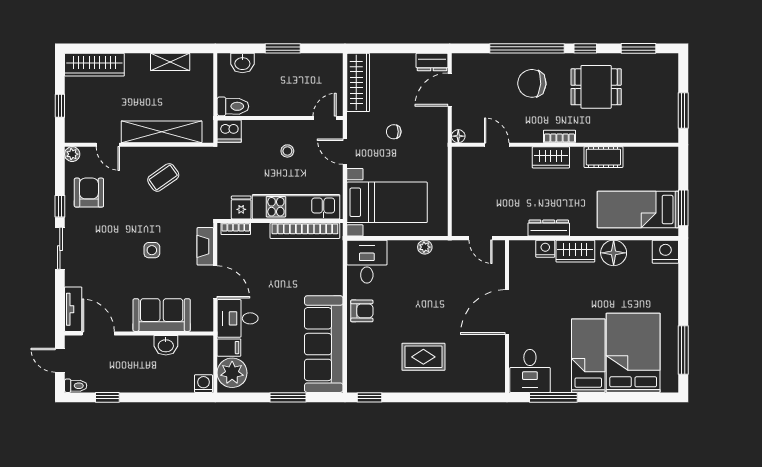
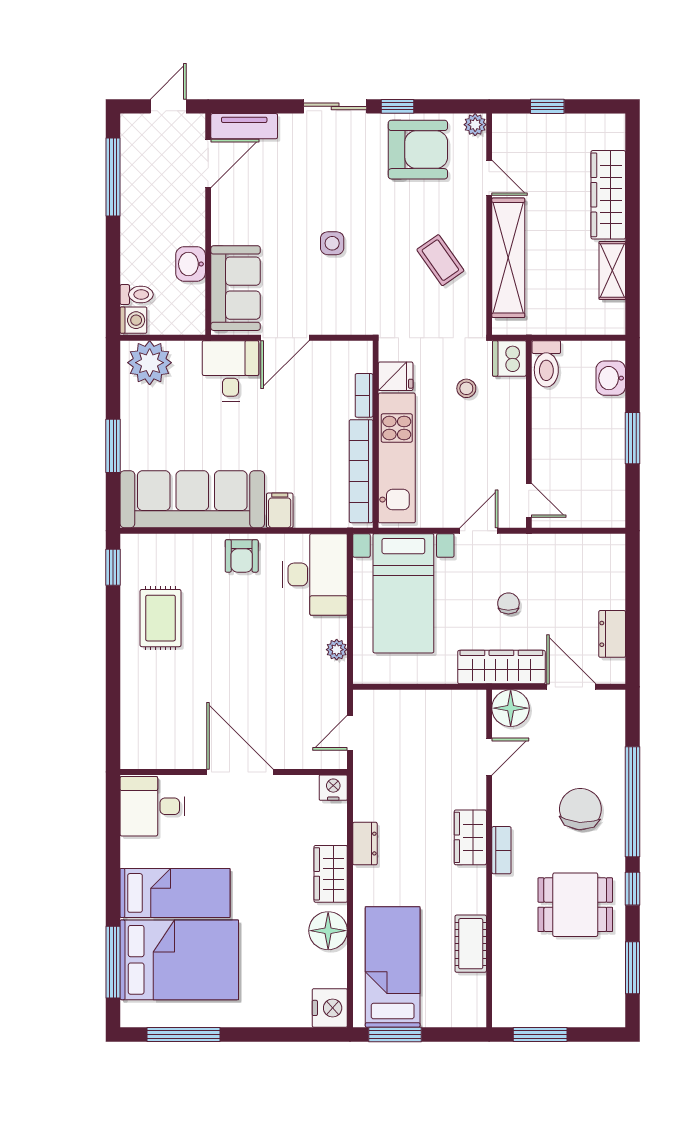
dresser: (432, 62) -> (612, 634), moved
wardrobe: (94, 65) -> (608, 195), moved
wardrobe: (358, 82) -> (501, 667), moved, turned 180
dining table: (596, 87) -> (575, 905), turned 90
floor lamp: (458, 136) -> (511, 708), width x1.89, depth x1.89
door: (108, 145) -> (489, 178), swing flipped
stool: (287, 151) -> (466, 388), moved
cot: (603, 157) -> (471, 944), moved
armchair: (89, 193) -> (418, 150), width x1.36, depth x1.36
dresser: (549, 228) -> (365, 844), width x0.70
bookcase: (236, 229) -> (364, 395), moved
fireplace: (205, 246) -> (338, 323), removed
nightstand: (545, 249) -> (333, 788), moved, turned -90
desk: (367, 262) -> (315, 574), width x1.37
sofa: (162, 315) -> (236, 288), moved
filing cabinet: (229, 348) -> (280, 510), moved, turned 180
rug: (423, 357) -> (161, 618), moved
toilet: (76, 386) -> (137, 295), moved, turned -90
window: (107, 397) -> (113, 177), width x2.17
window: (553, 397) -> (113, 962), moved

